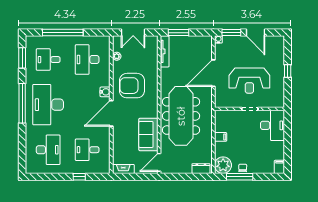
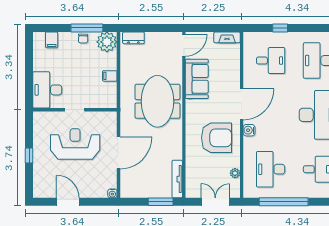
window: (63, 33) -> (284, 202), moved
window: (231, 33) -> (97, 202), removed
desk: (87, 60) -> (271, 169), turned 180
meeting table: (181, 116) -> (157, 101), width x0.73
filing cabinet: (279, 167) -> (52, 40), moved

